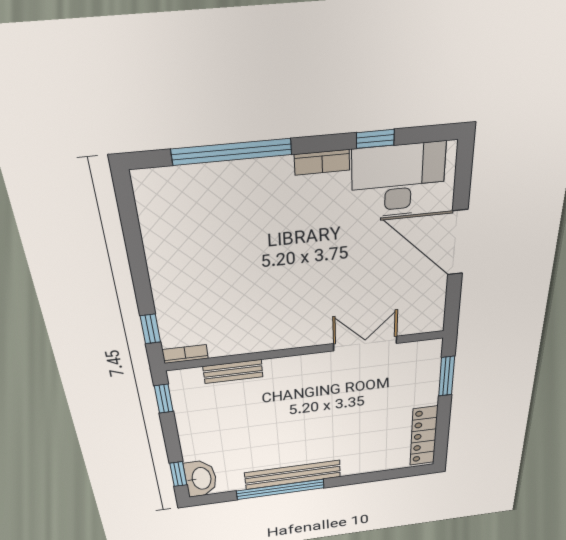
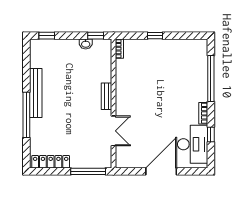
window: (150, 329) -> (155, 36), moved
bench: (233, 371) -> (106, 96), moved
window: (447, 376) -> (88, 171), width x1.44
washbasin: (201, 479) -> (86, 44), moved, width x0.52, depth x0.69
window: (280, 489) -> (26, 115), moved

